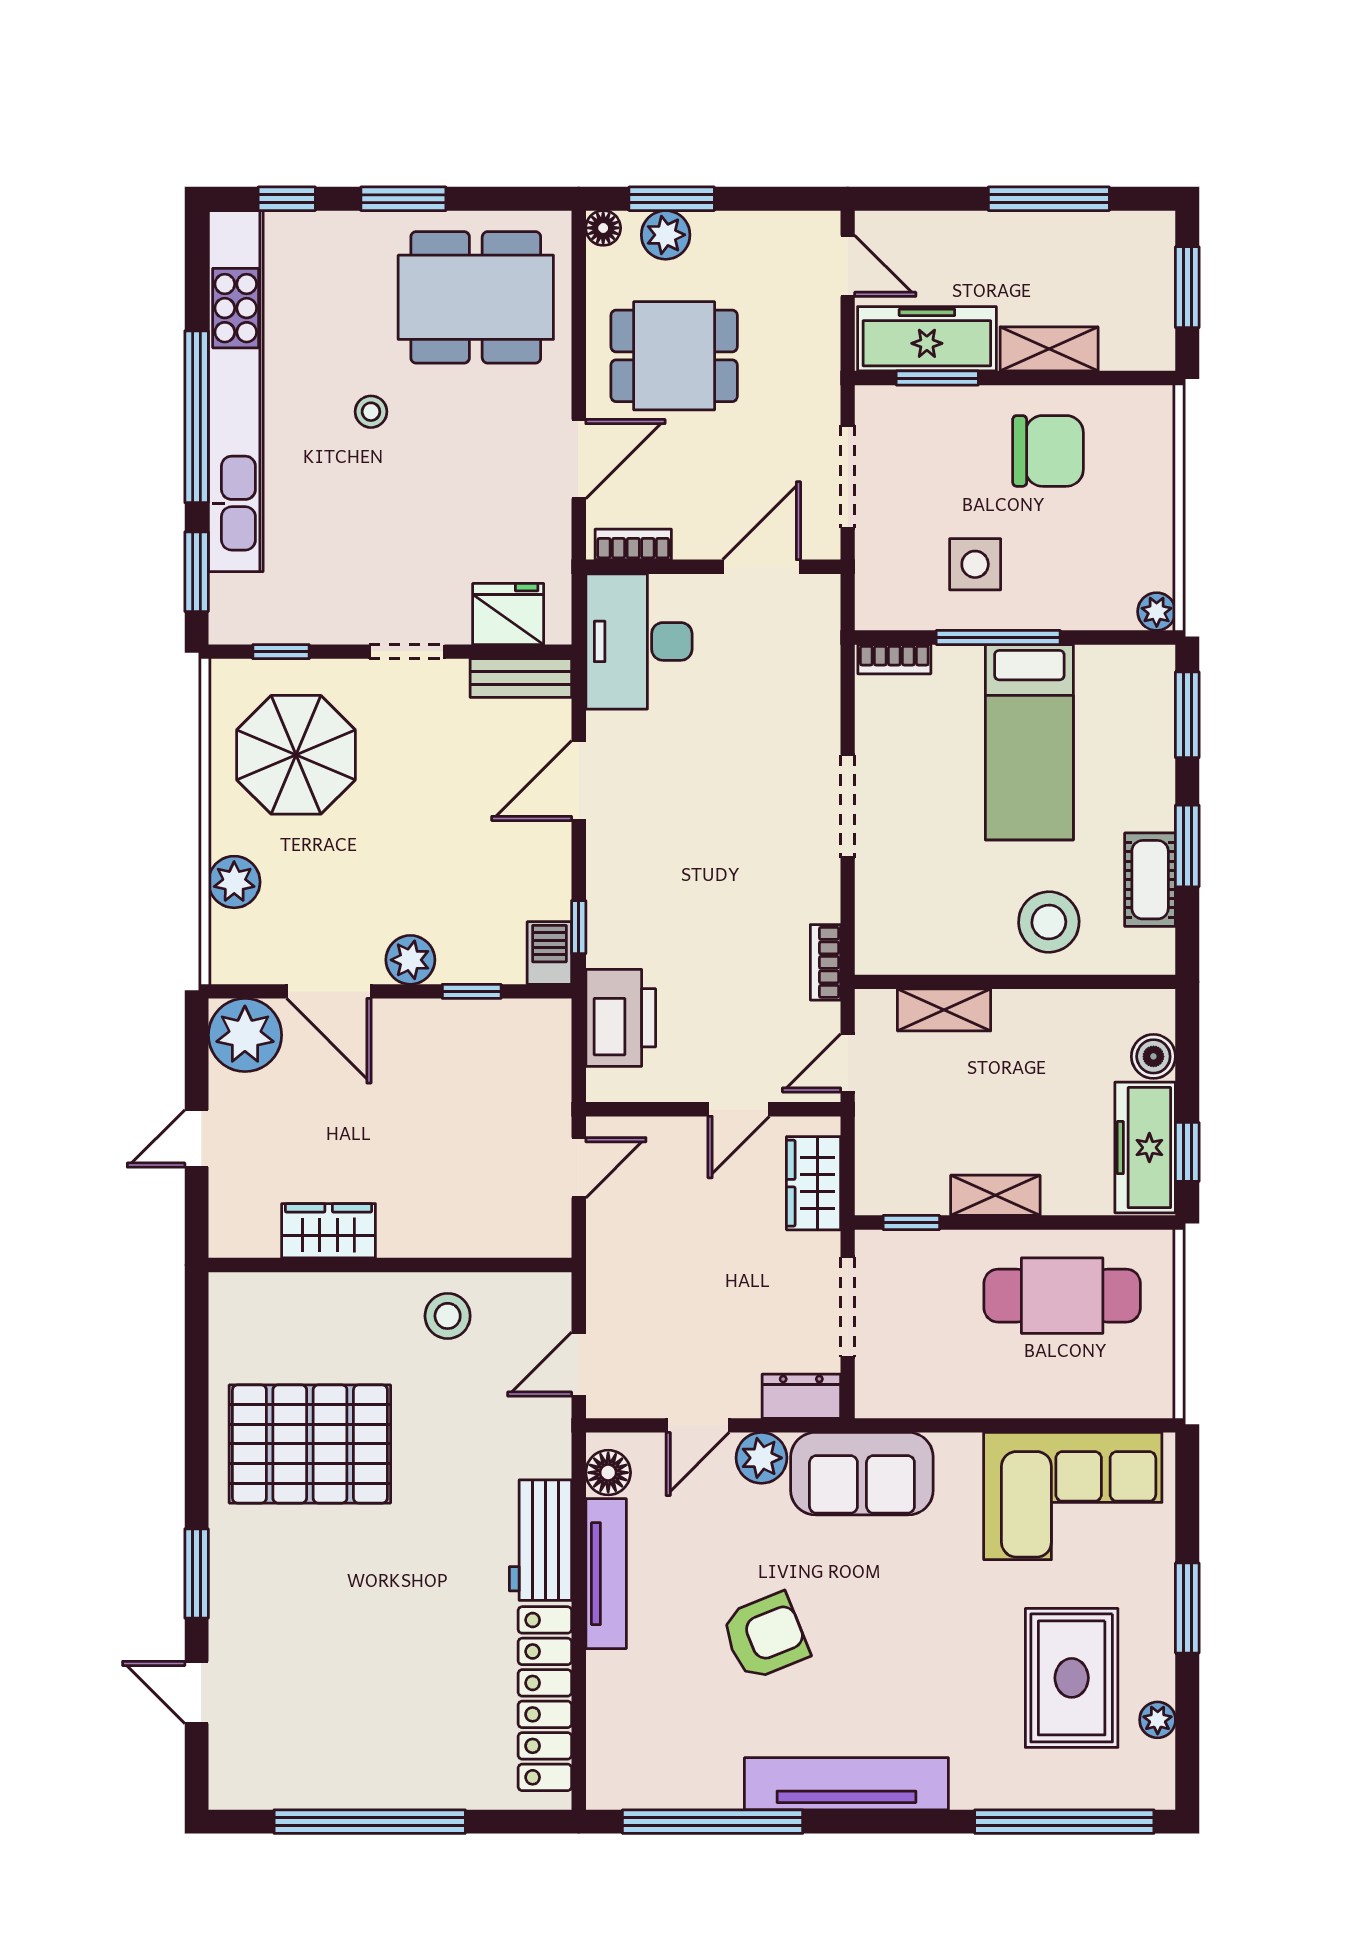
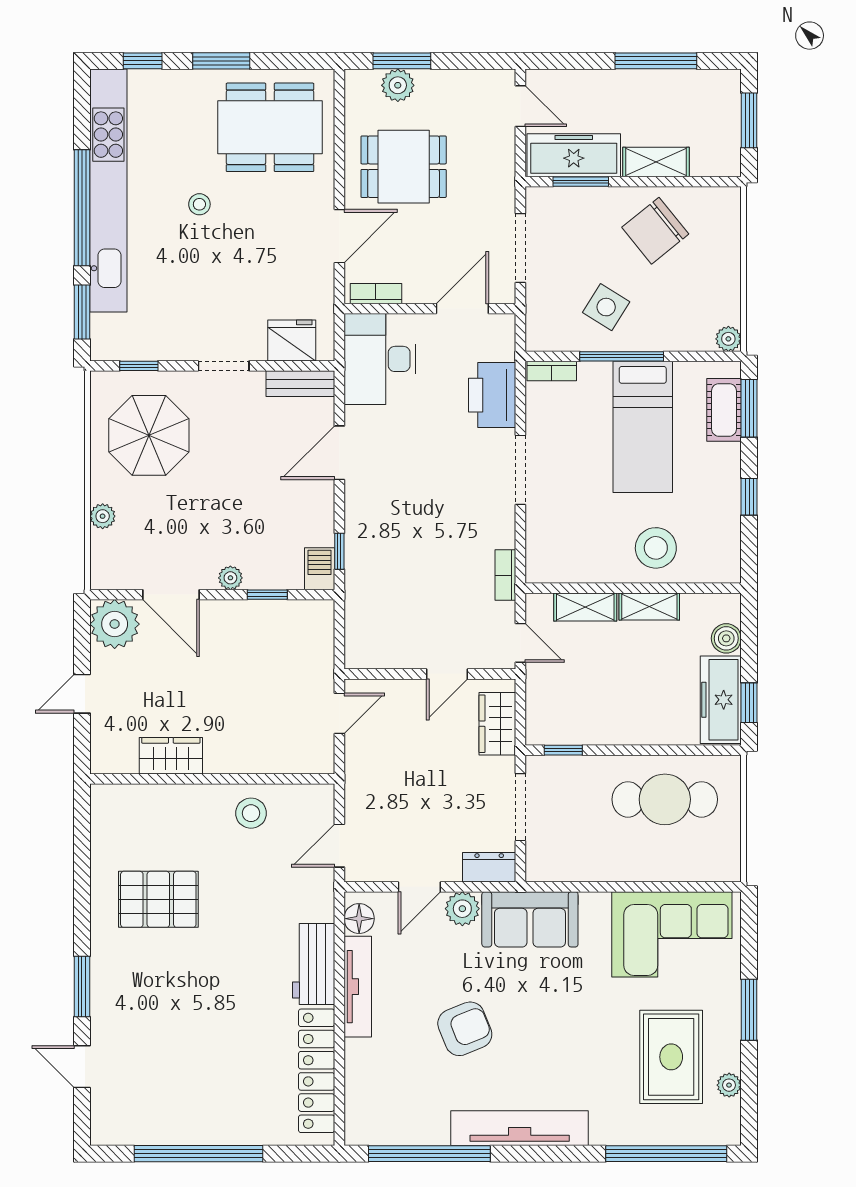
floor lamp: (603, 228) -> (356, 81), removed
chair: (1048, 451) -> (655, 231), turned 141
side table: (975, 564) -> (606, 307), turned 32
window: (1187, 846) -> (749, 497), width x0.67
cot: (1150, 880) -> (724, 410), moved
plant: (234, 882) -> (103, 516), width x0.73, depth x0.73
plant: (410, 960) -> (230, 578), width x0.73, depth x0.73
printer: (621, 1018) -> (492, 395), moved, turned 180
door: (848, 1063) -> (520, 643), swing flipped
shelving: (995, 1195) -> (649, 607), moved
pallet: (310, 1444) -> (158, 899), width x0.73, depth x0.71

